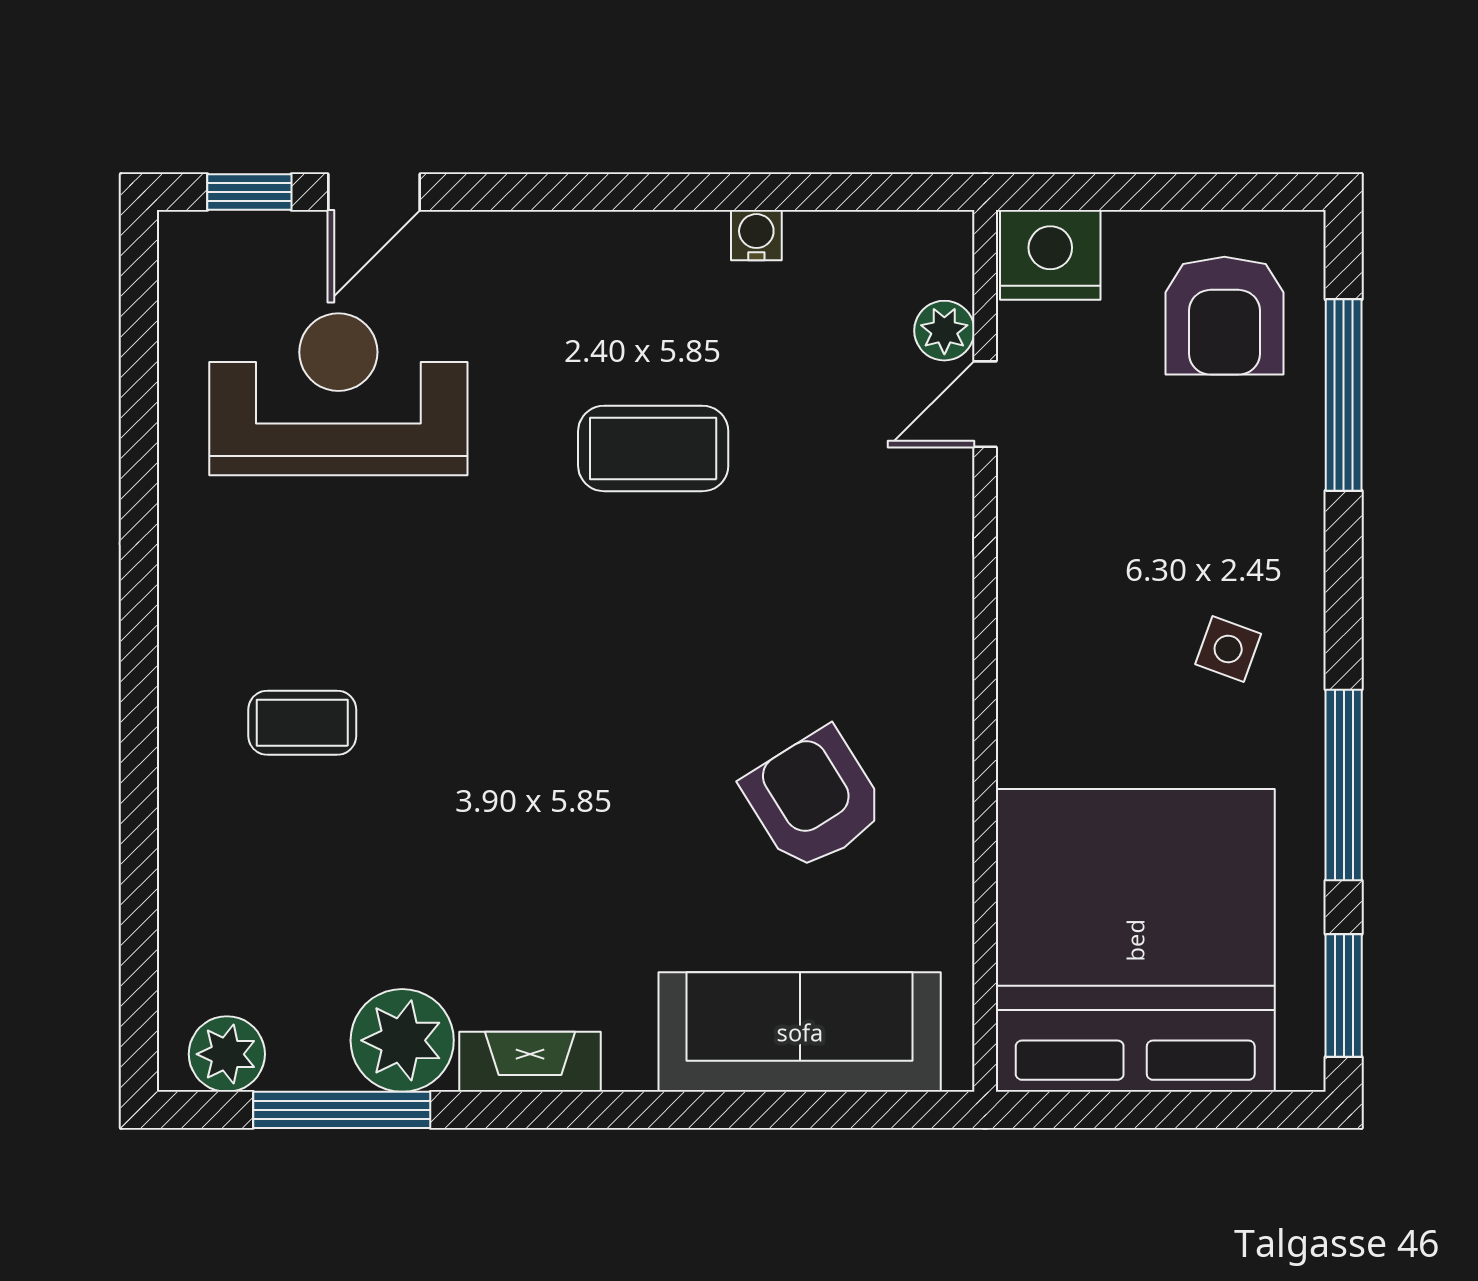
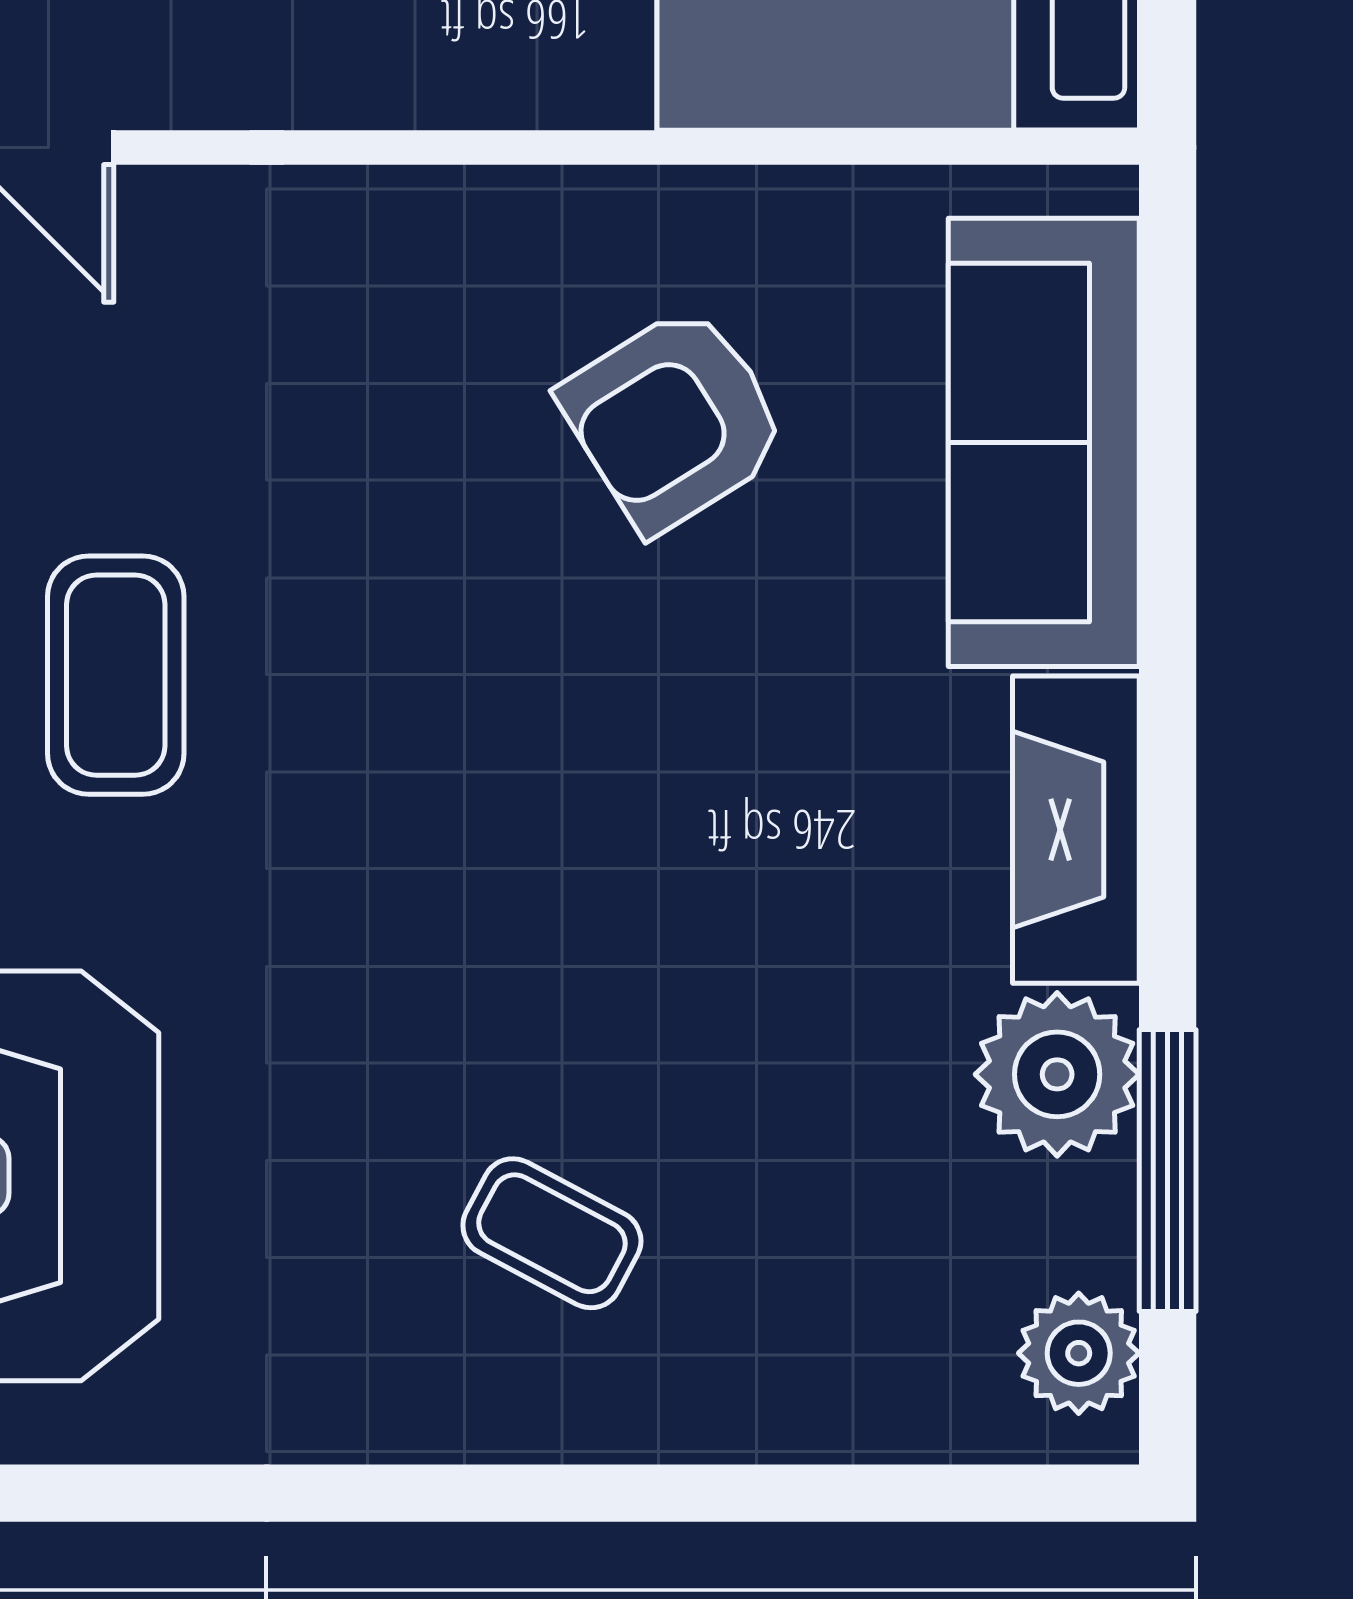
coffee table: (302, 723) -> (552, 1233), turned -62
fireplace: (530, 1062) -> (1076, 830), width x1.37, depth x1.32

